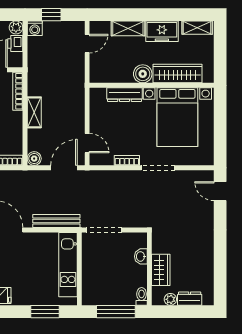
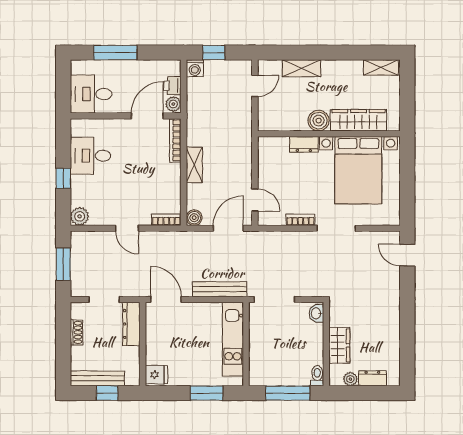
plant: (16, 27) -> (173, 104), moved
freezer: (162, 31) -> (341, 72), removed
dresser: (124, 95) -> (304, 144), width x0.70
washbasin: (141, 256) -> (316, 313), moved

